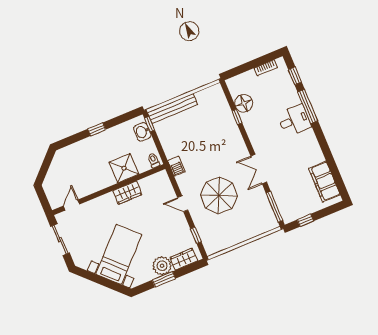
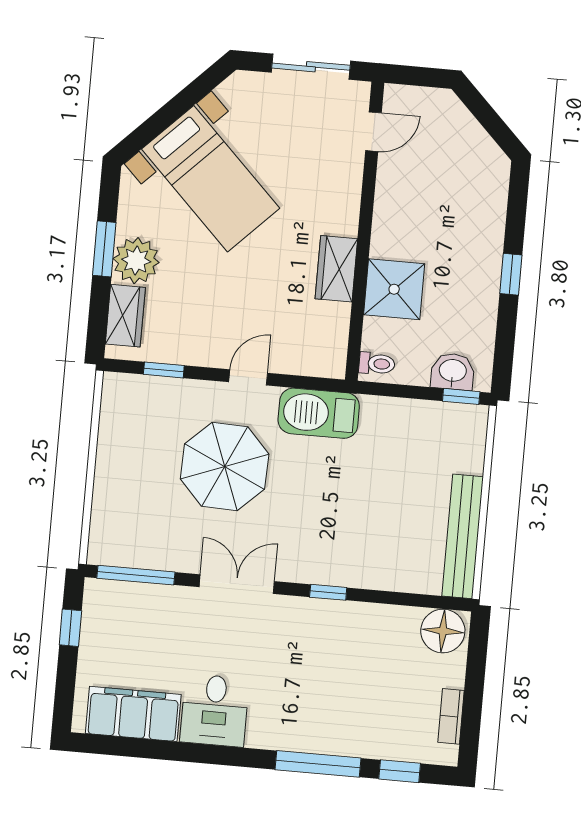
floor lamp: (244, 103) -> (443, 631), moved
bench: (173, 108) -> (463, 536), moved
window: (237, 117) -> (328, 592), moved
desk: (294, 120) -> (214, 710), moved
barbecue: (176, 166) -> (319, 413), width x1.88, depth x1.53
door: (72, 205) -> (373, 132), hinge flipped

